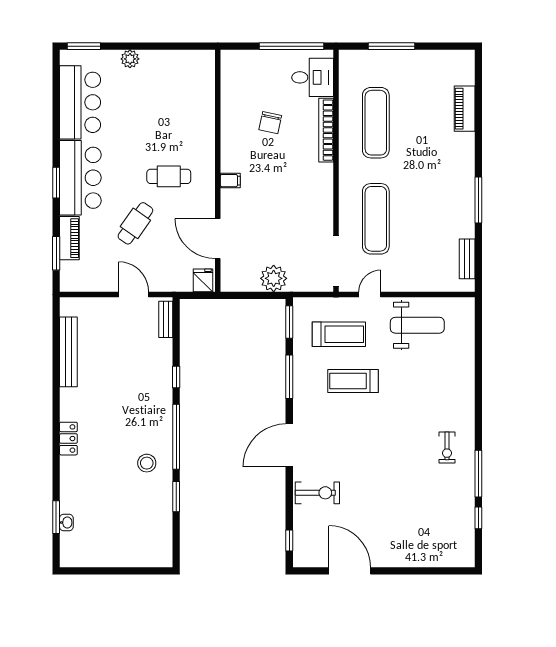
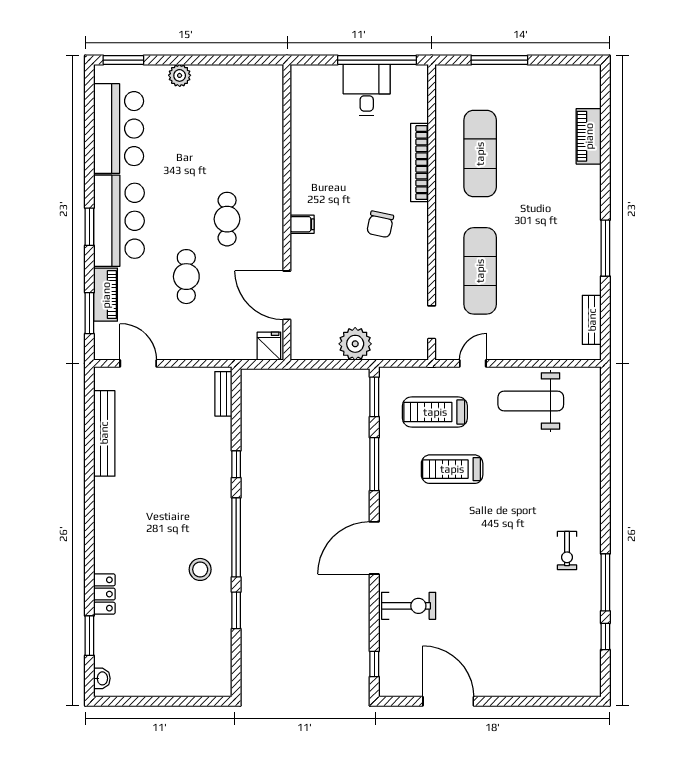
desk: (313, 77) -> (367, 90), moved, turned -90
chair: (270, 123) -> (380, 224), moved
cafe table: (169, 176) -> (227, 219), turned 90
cafe table: (135, 223) -> (186, 277), turned -35
doorway: (336, 261) -> (432, 322), width x0.53
door: (134, 294) -> (138, 363), moved
weight bench: (417, 325) -> (531, 401), turned 180
treadmill: (339, 334) -> (435, 412), turned 180
locker: (68, 439) -> (104, 594), moved
washbasin: (66, 523) -> (102, 678), moved

